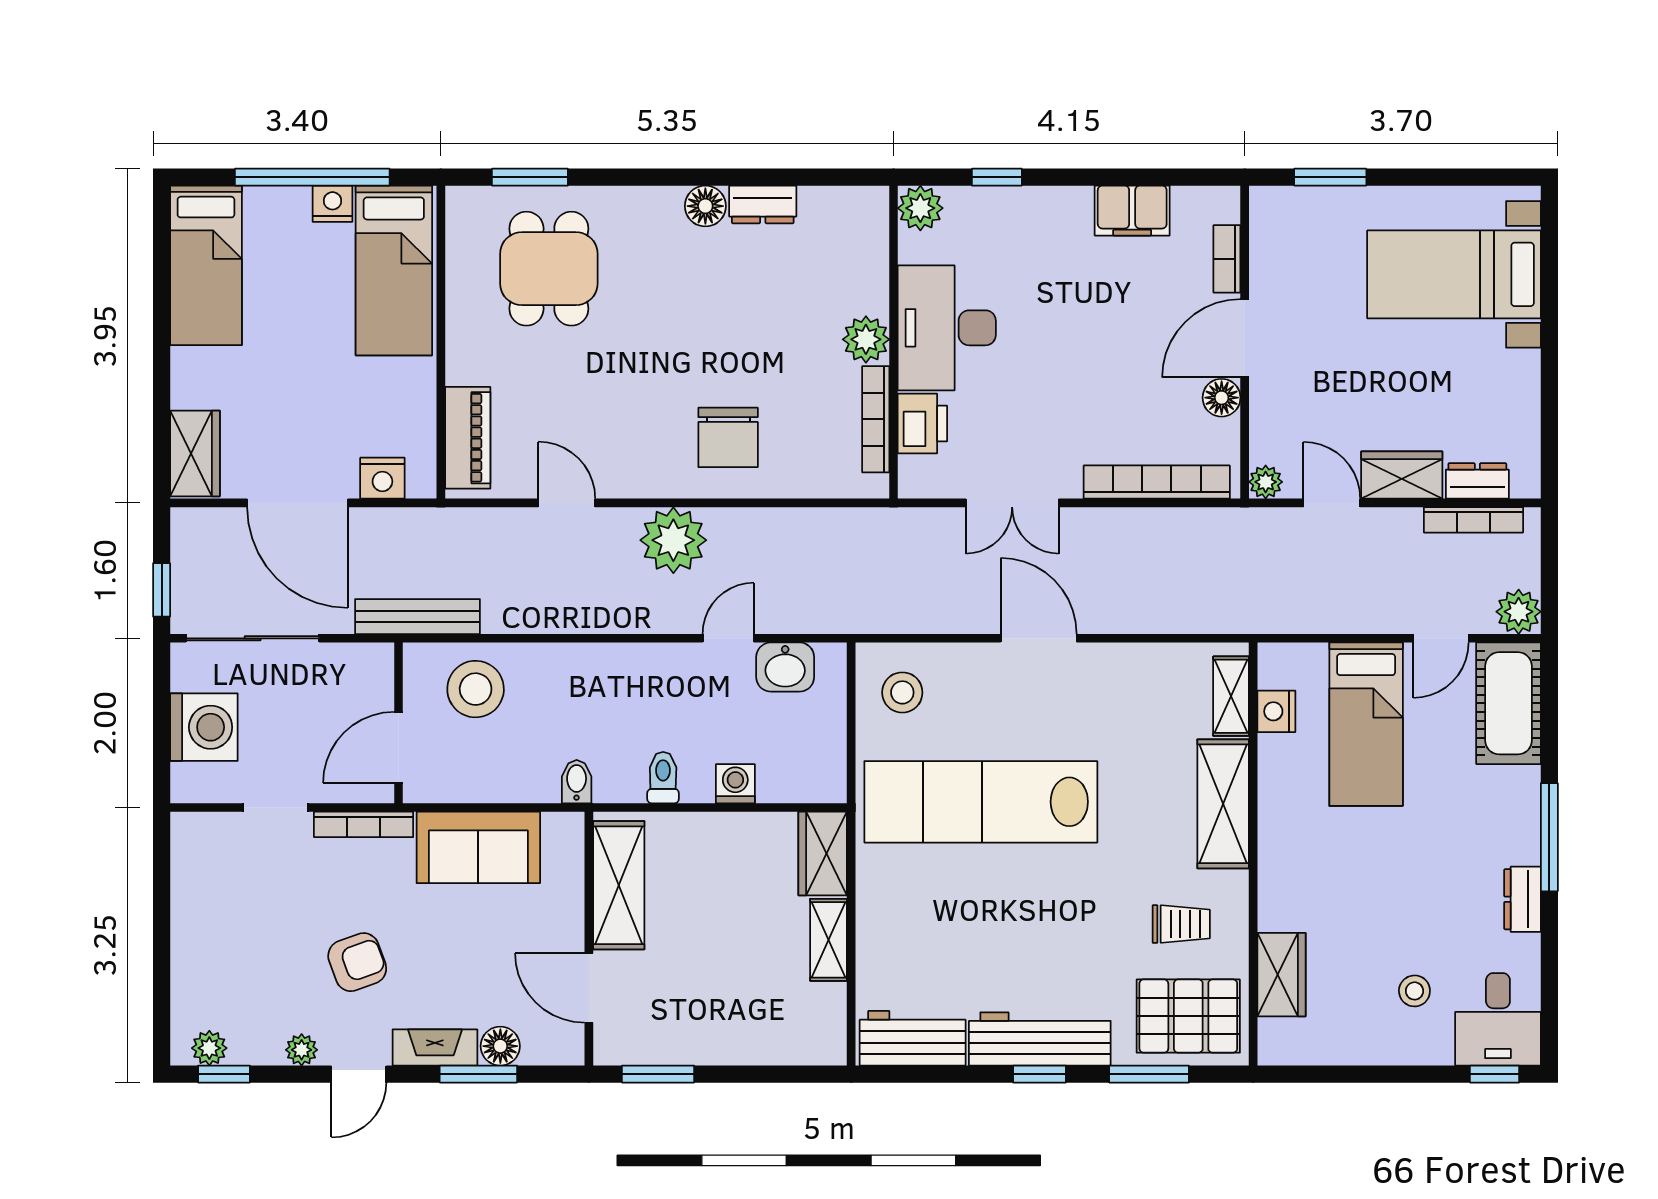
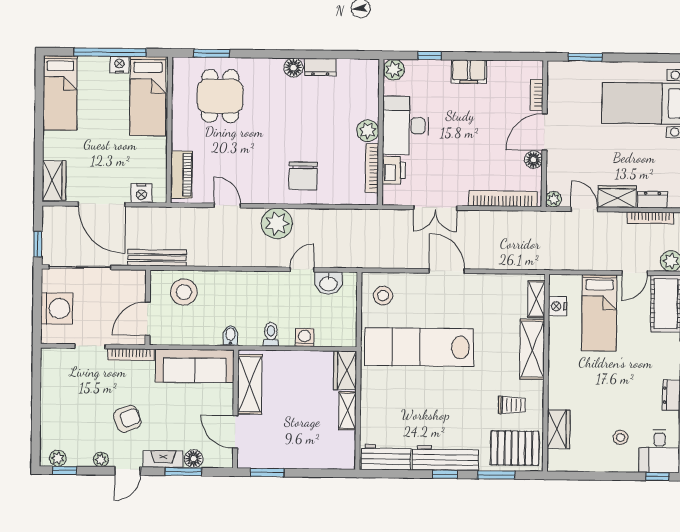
filing cabinet: (1132, 211) -> (469, 72), moved
sofa: (478, 847) -> (195, 366), width x1.36

